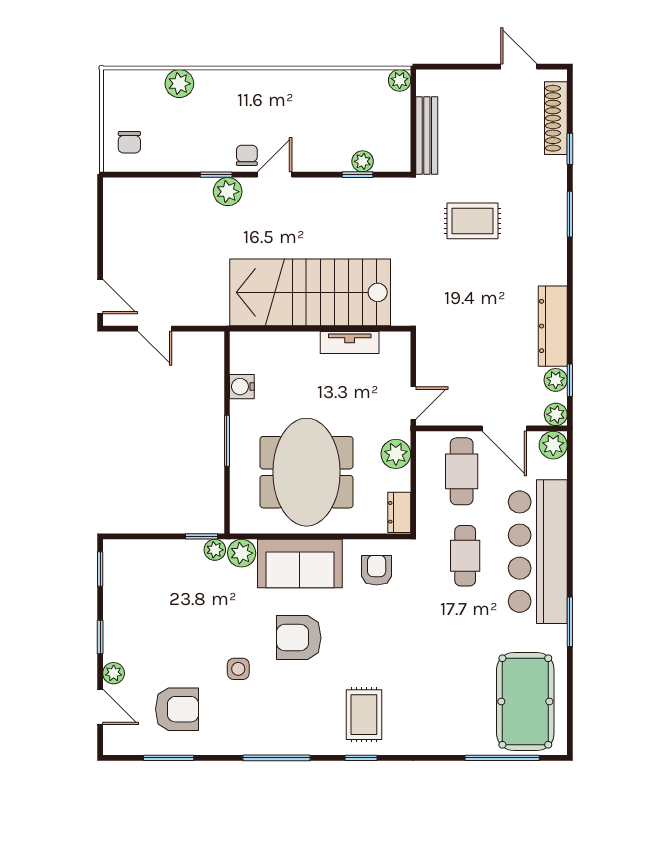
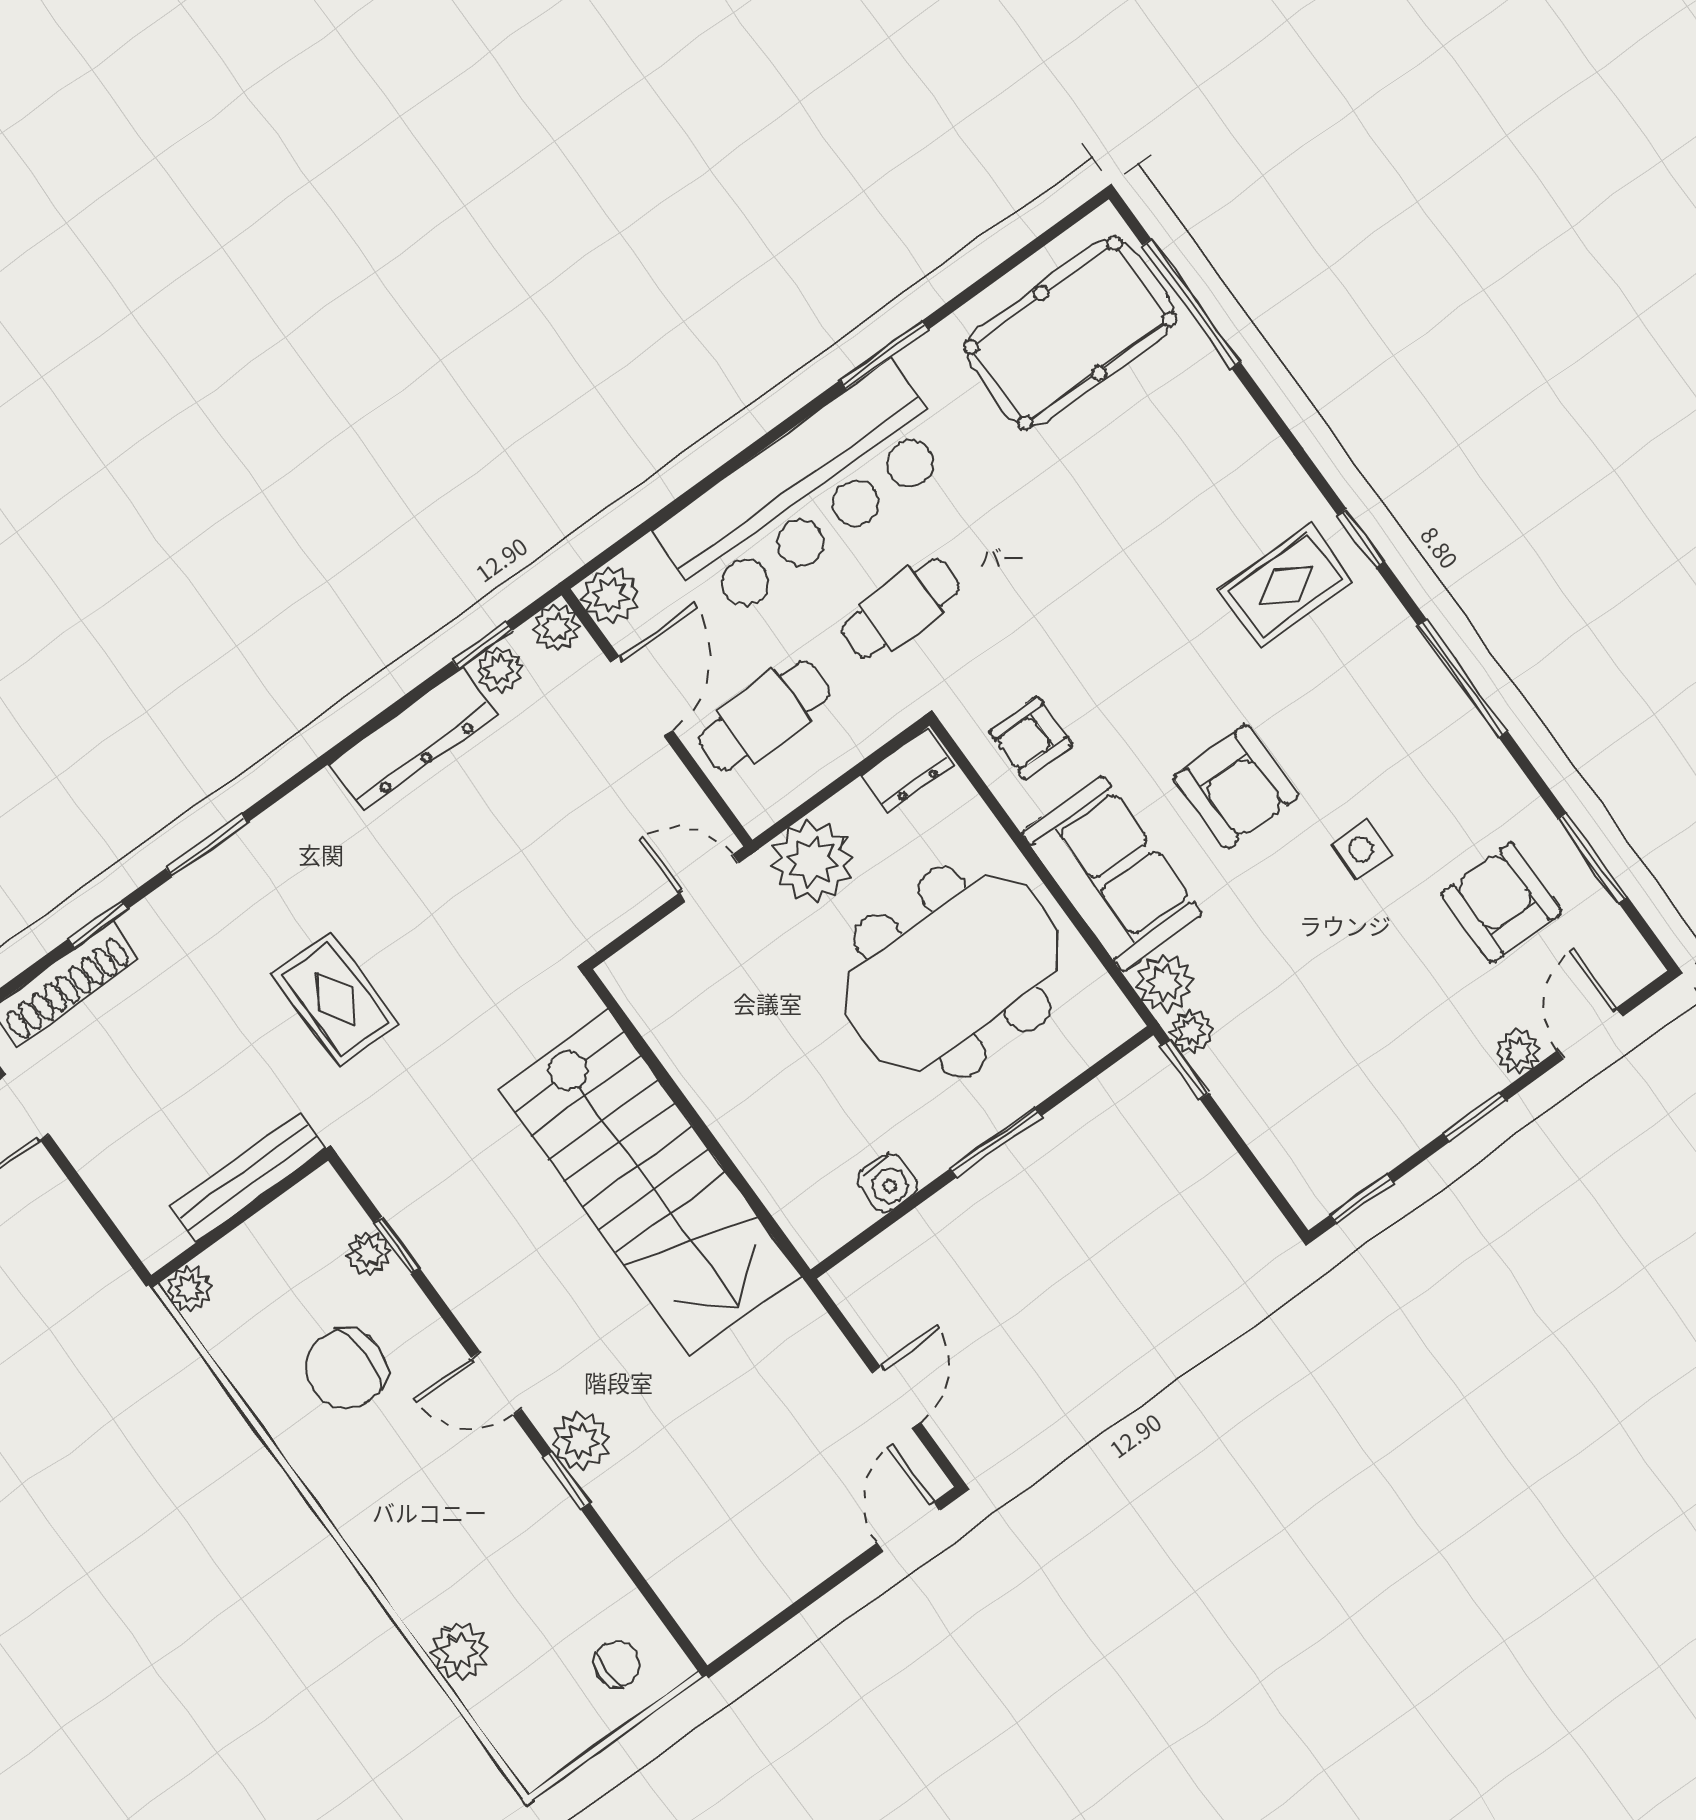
chair: (247, 155) -> (346, 1368), moved, width x1.87, depth x1.87
tv unit: (350, 342) -> (685, 1057), removed
plant: (396, 454) -> (812, 861), width x1.36, depth x1.36

